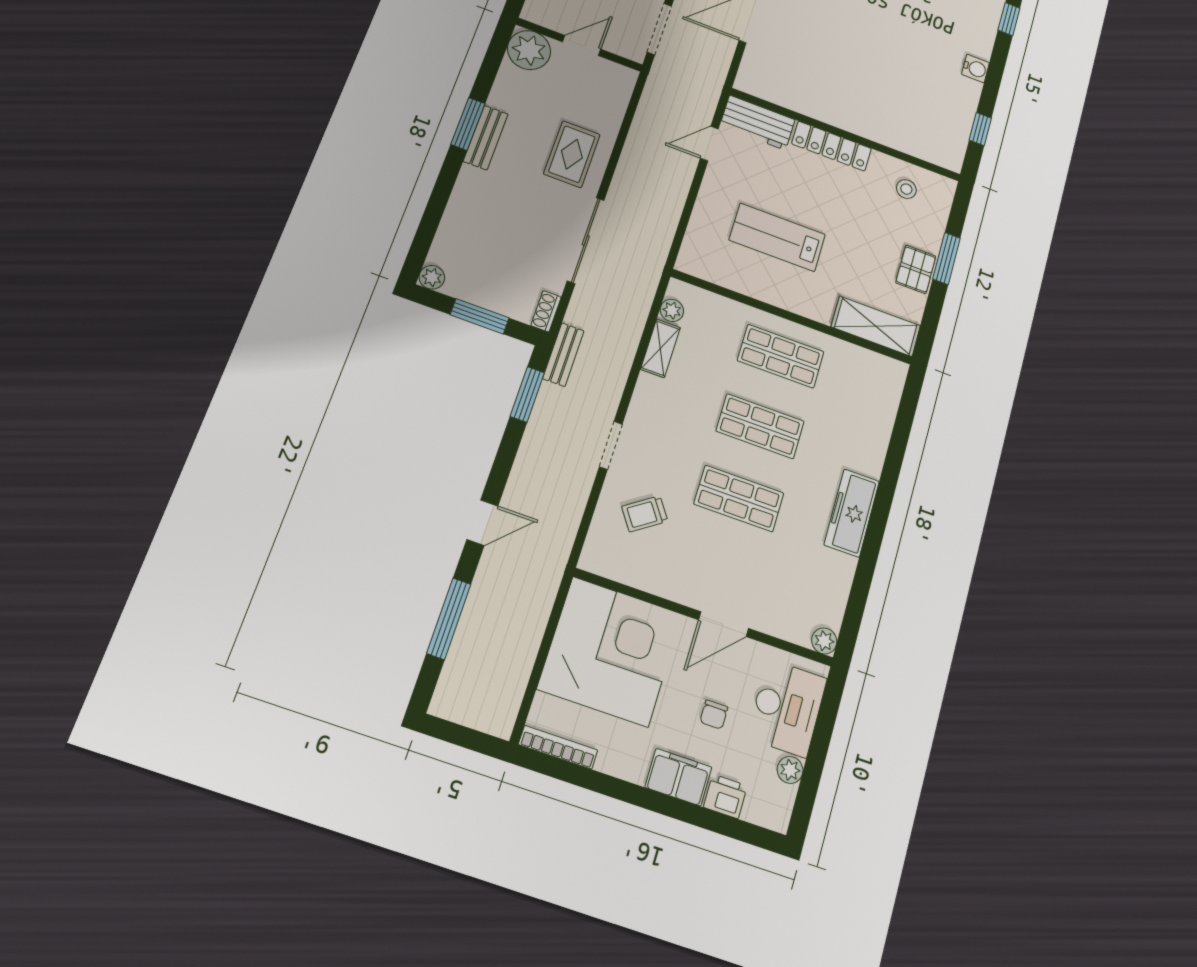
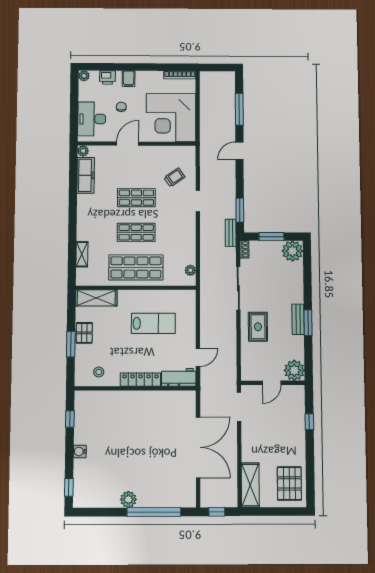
plant: (432, 277) -> (292, 251), width x1.87, depth x1.87
shelving: (660, 348) -> (82, 254), moved
shop shelf: (781, 356) -> (136, 267), width x1.43, depth x1.36
freezer: (852, 513) -> (86, 175), moved
plant: (790, 770) -> (84, 76), moved
filing cabinet: (678, 777) -> (129, 79), width x0.50

